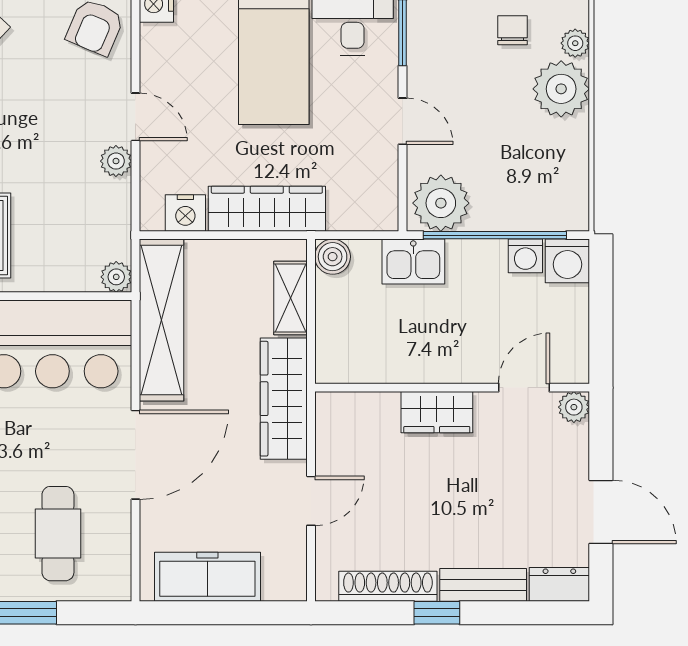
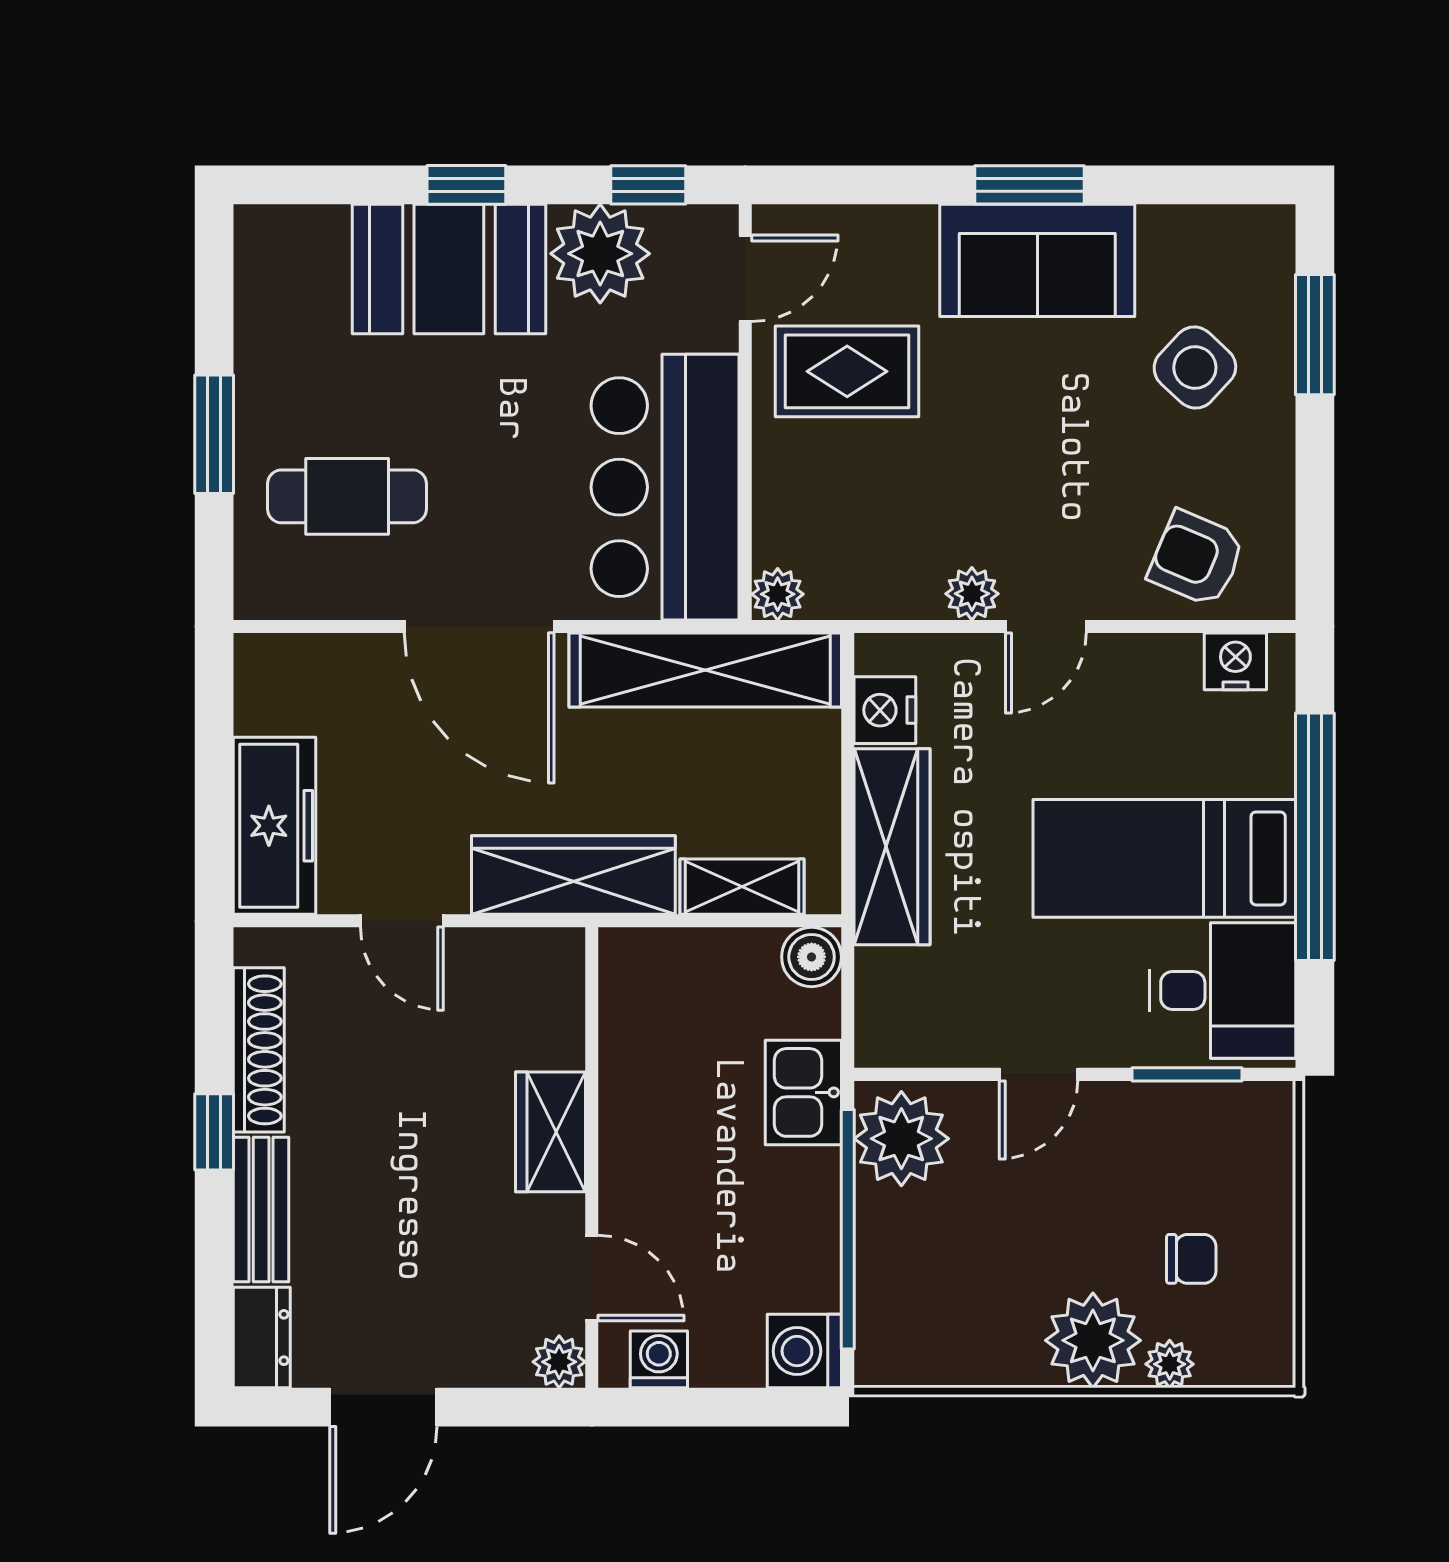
washing machine: (525, 256) -> (659, 1359), moved, turned 90
freezer: (207, 577) -> (275, 826), moved

